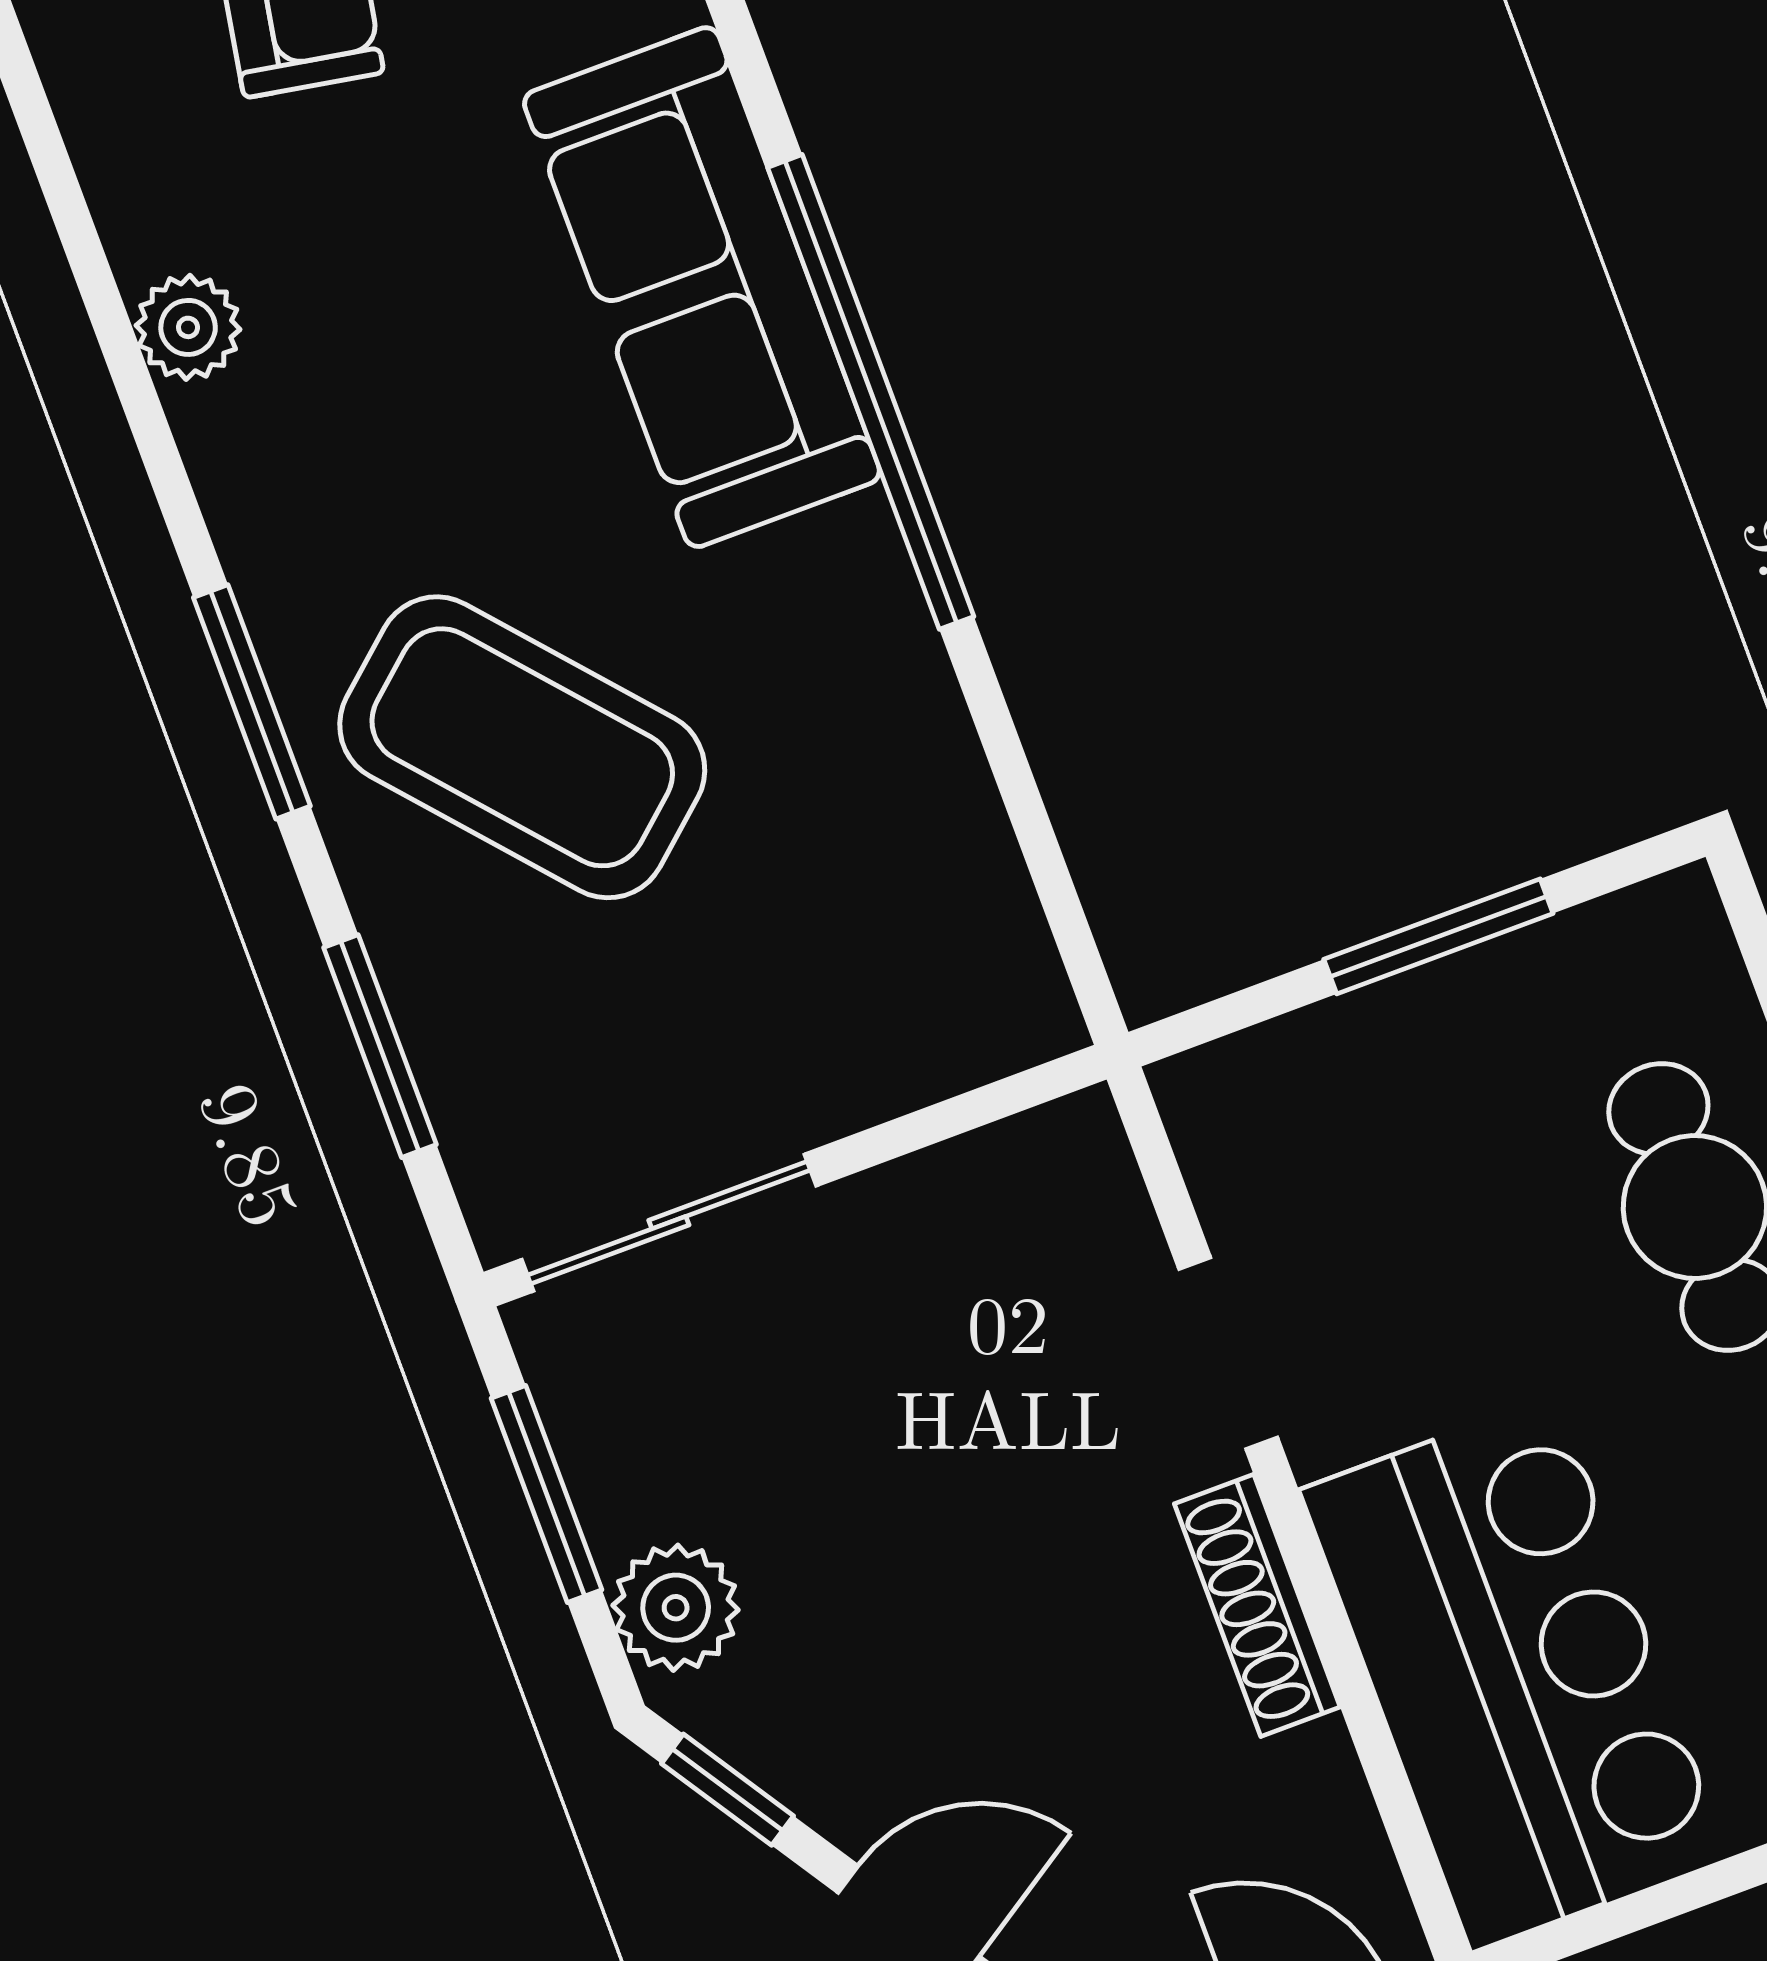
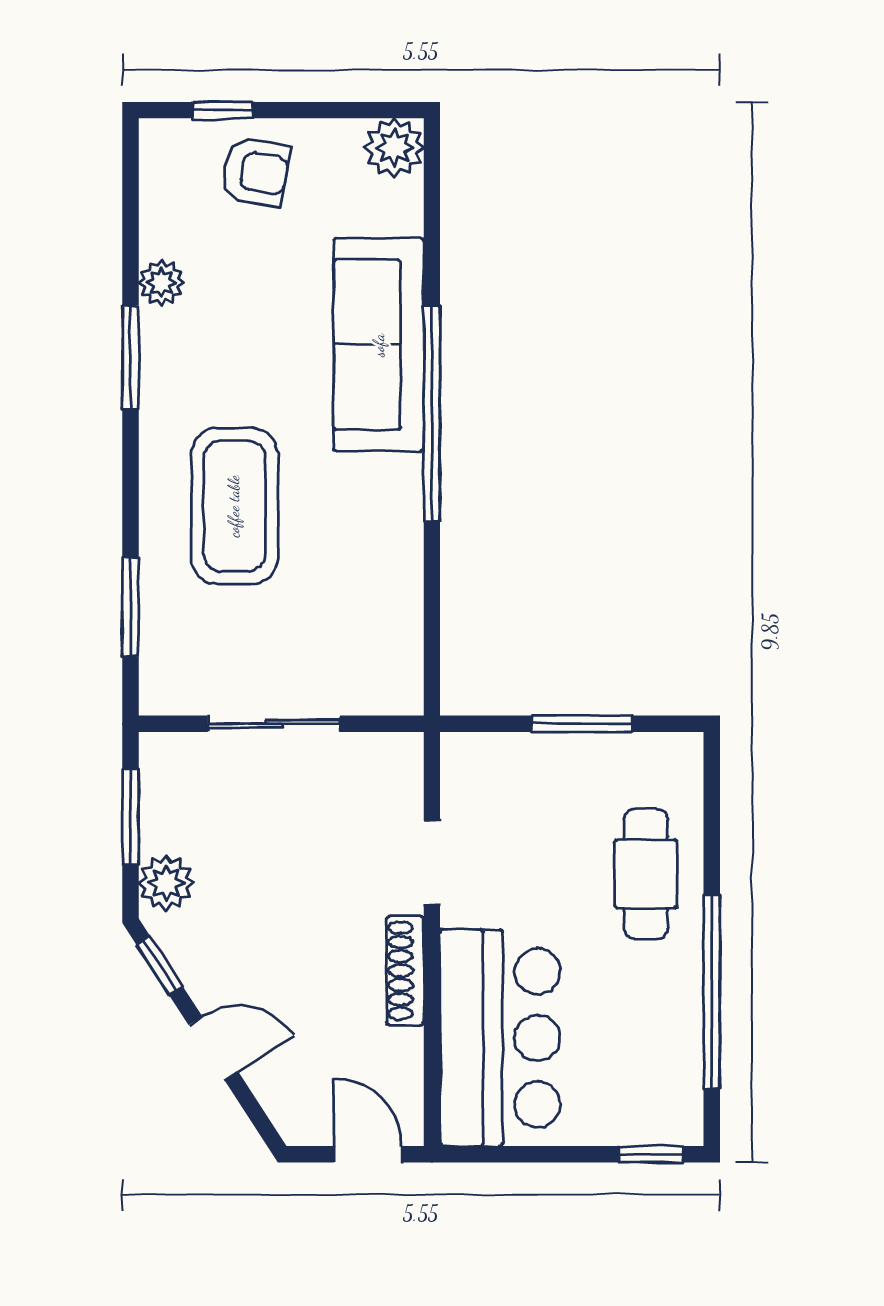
window: (252, 702) -> (130, 358), moved
coffee table: (522, 747) -> (234, 506), turned 41
sliding door: (669, 1223) -> (274, 724), moved

